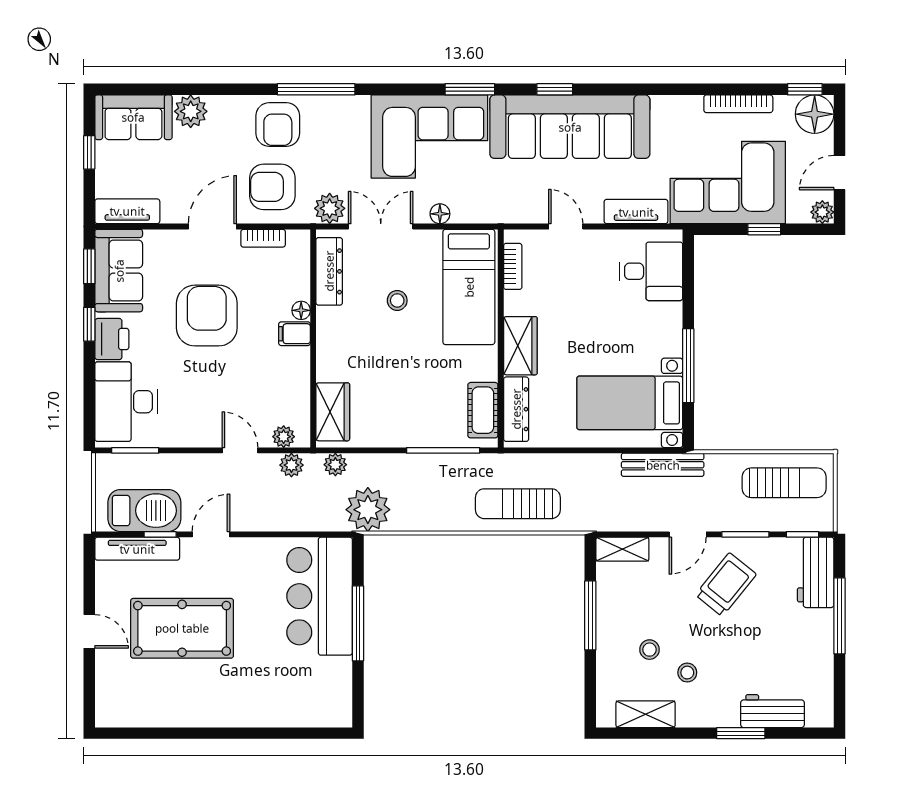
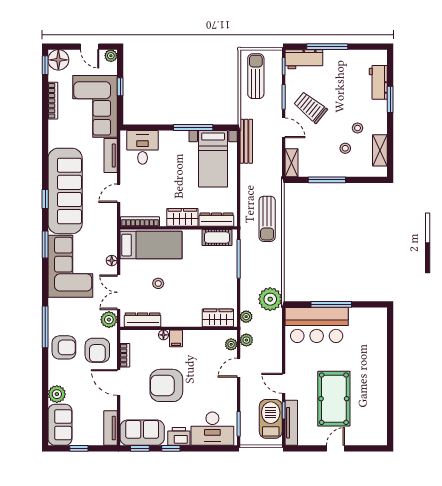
bookcase: (513, 266) -> (140, 222), width x1.56

